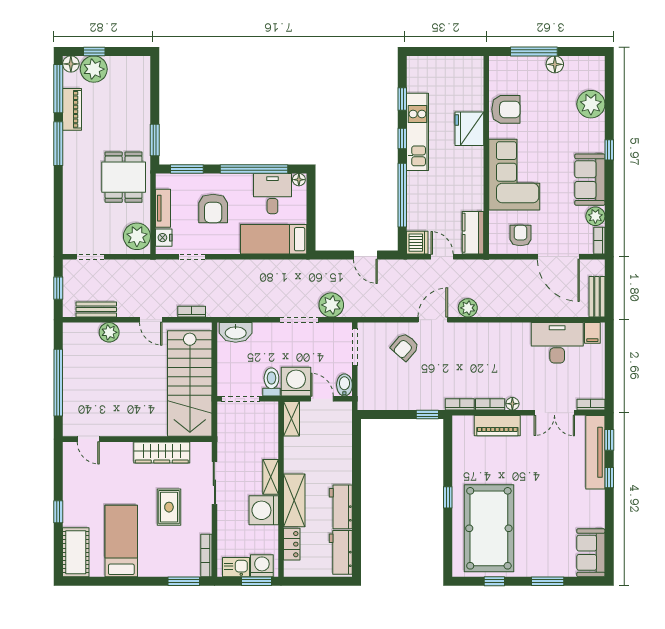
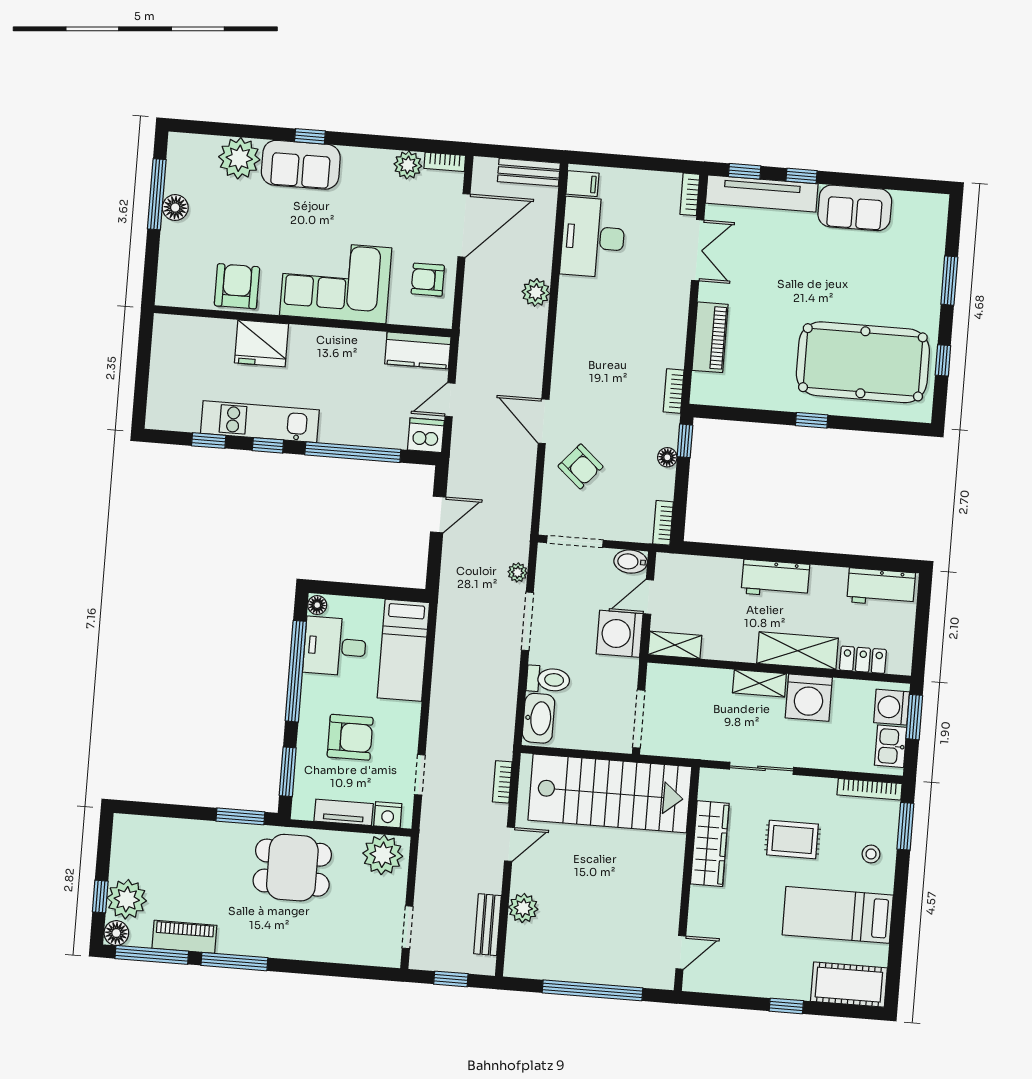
window: (534, 51) -> (157, 194), moved
sofa: (590, 180) -> (301, 165), moved
plant: (331, 305) -> (518, 572), width x0.53, depth x0.53
plant: (468, 308) -> (536, 292), moved
toilet: (271, 382) -> (548, 679), moved, turned 180
bookcase: (490, 404) -> (663, 523), moved
floor lamp: (512, 404) -> (667, 457), moved
workbench: (341, 507) -> (775, 579), moved
sofa: (591, 553) -> (855, 208), moved
stool: (163, 560) -> (871, 854), added

